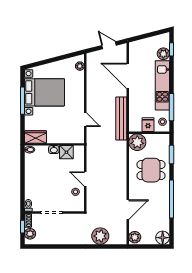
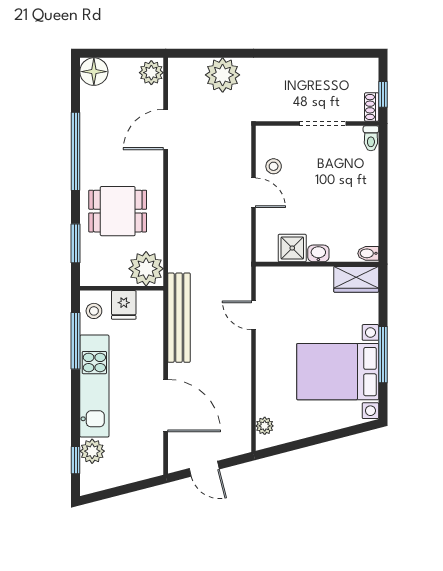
plant: (30, 234) -> (367, 80), removed

